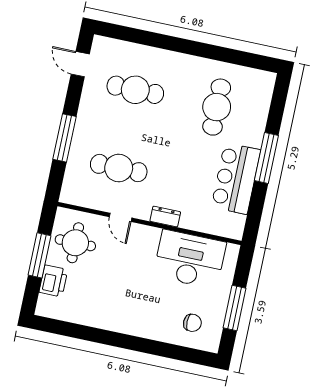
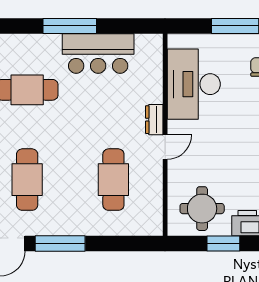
window: (65, 138) -> (60, 243), moved
door: (121, 217) -> (165, 147), moved
window: (40, 255) -> (223, 243), width x0.69

